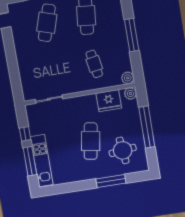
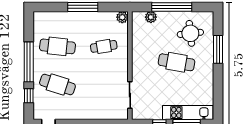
plant: (130, 93) -> (151, 17), moved
fridge: (109, 101) -> (141, 39), removed

